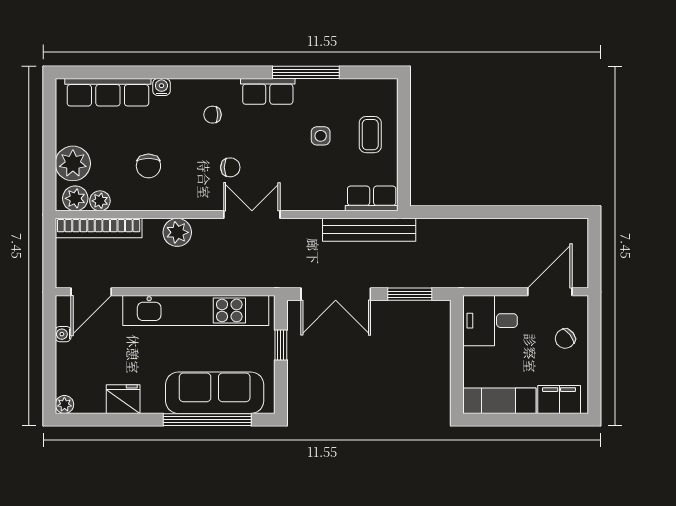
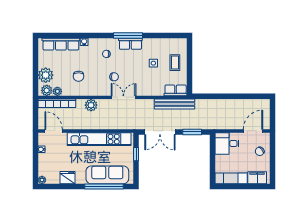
window: (306, 72) -> (128, 36), moved
door: (91, 292) -> (54, 131), swing flipped

